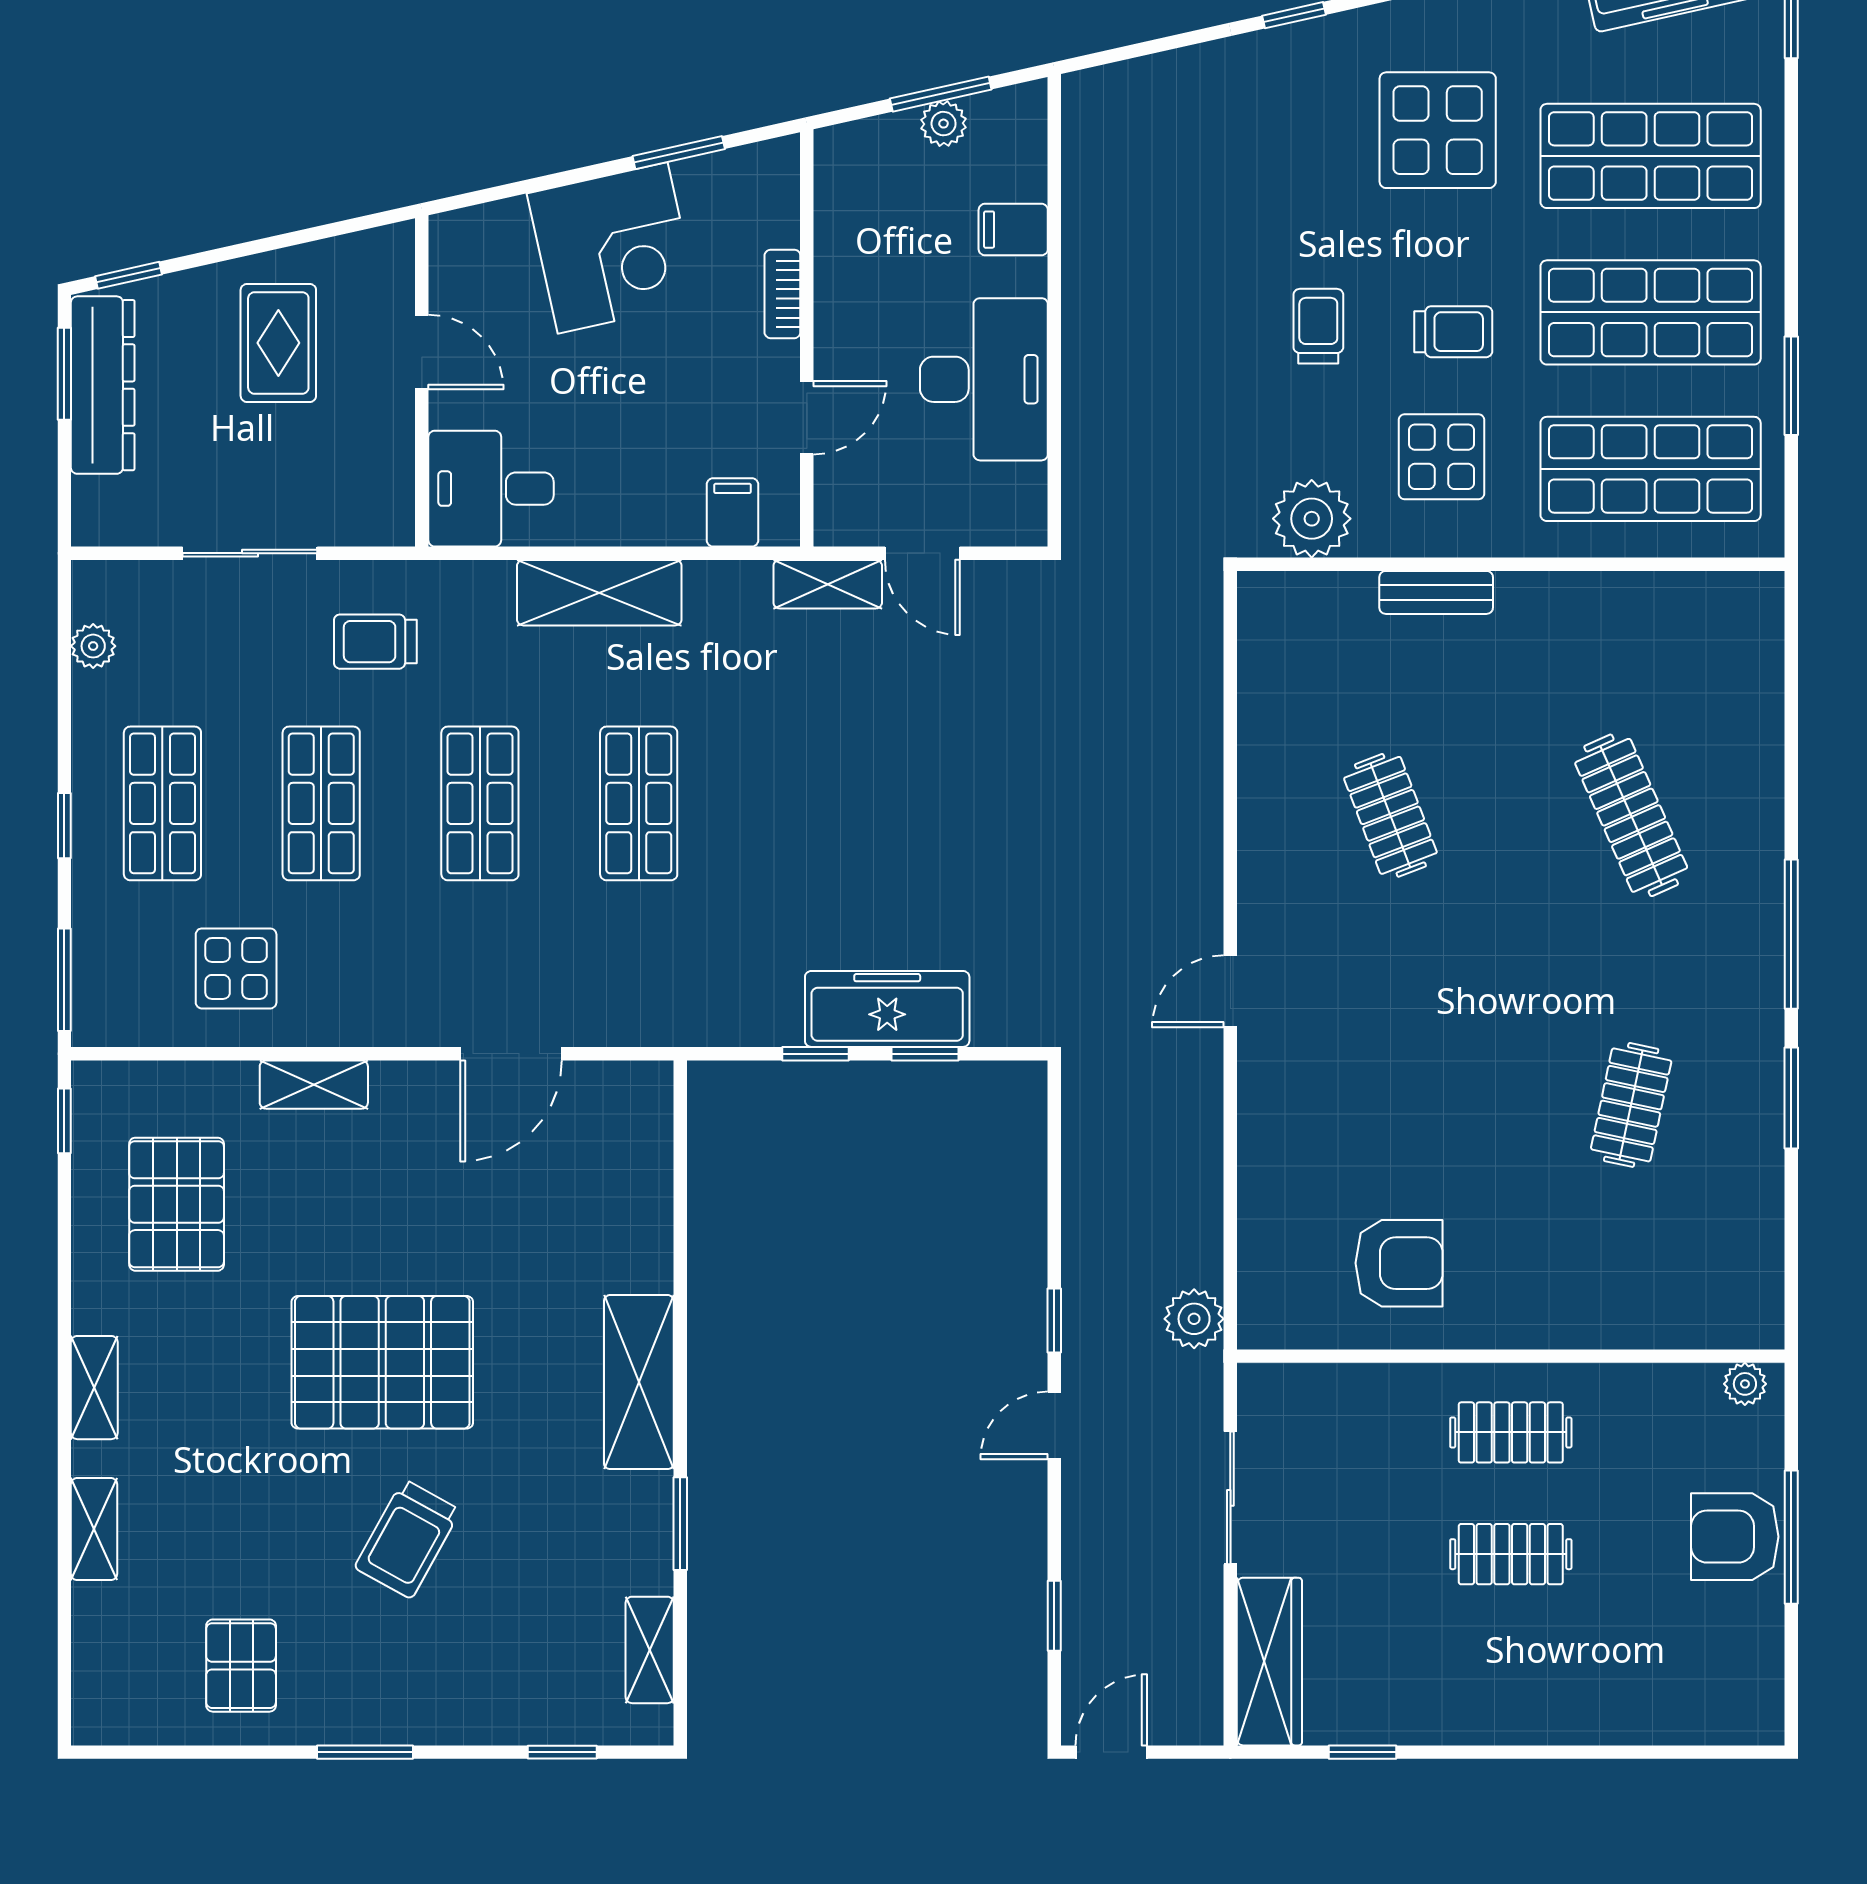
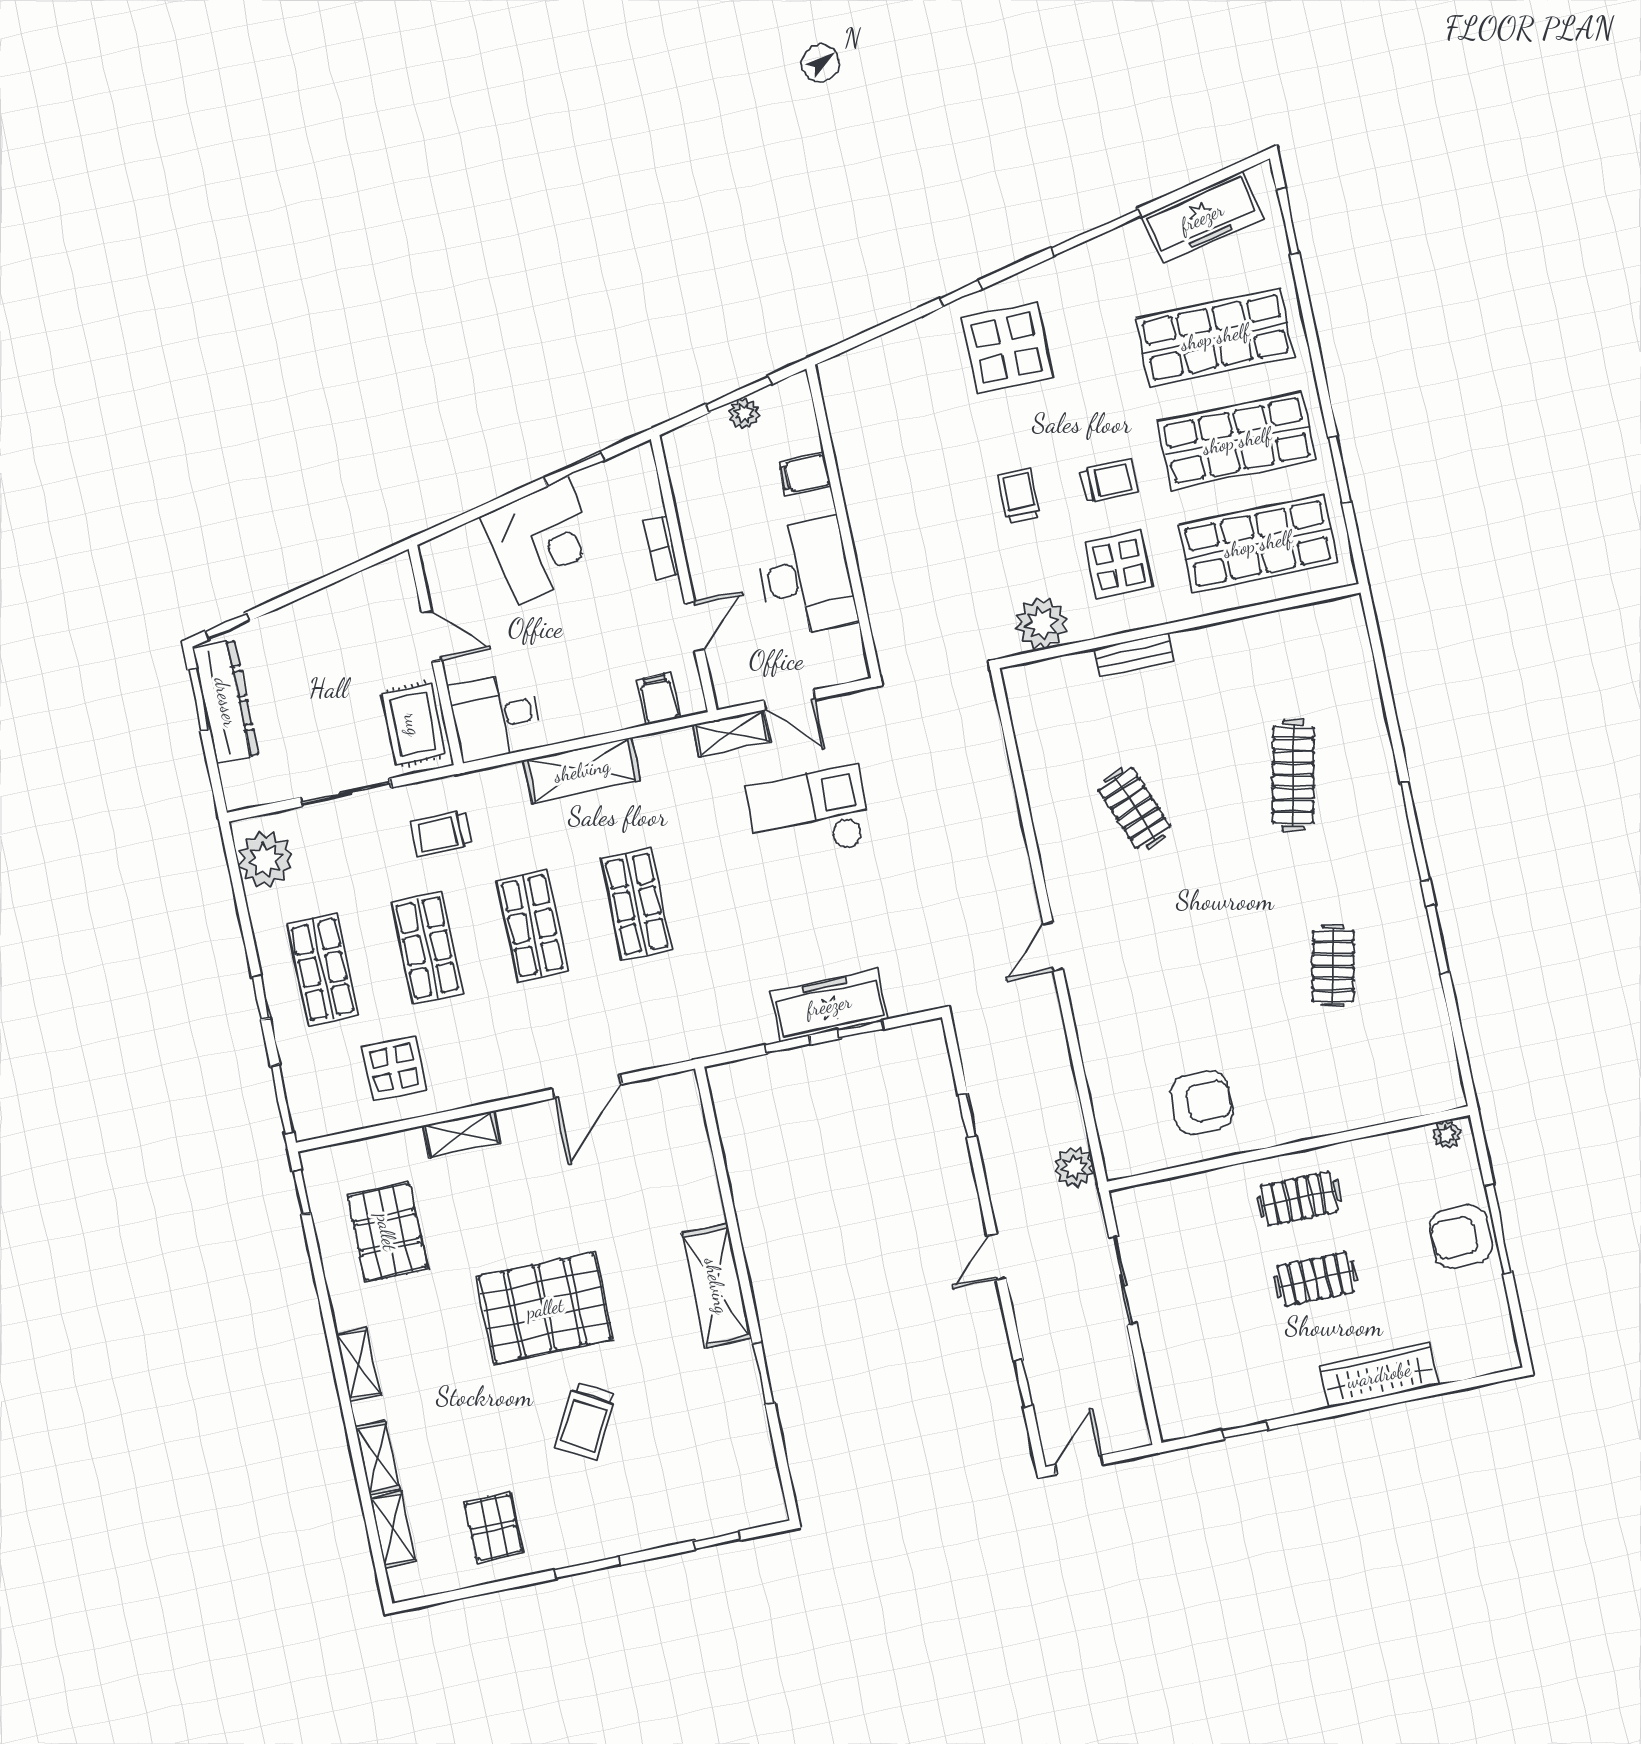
display table: (1438, 130) -> (1007, 348), moved
rug: (278, 343) -> (413, 724), moved
plant: (93, 646) -> (265, 860), width x1.88, depth x1.88
checkout: (916, 726) -> (809, 815), added
clothes rail: (1631, 815) -> (1293, 775), turned 36
window: (1054, 1321) -> (967, 1115), moved
shelving: (650, 1650) -> (393, 1529), moved
wardrobe: (1269, 1662) -> (1379, 1375), moved, turned -90

